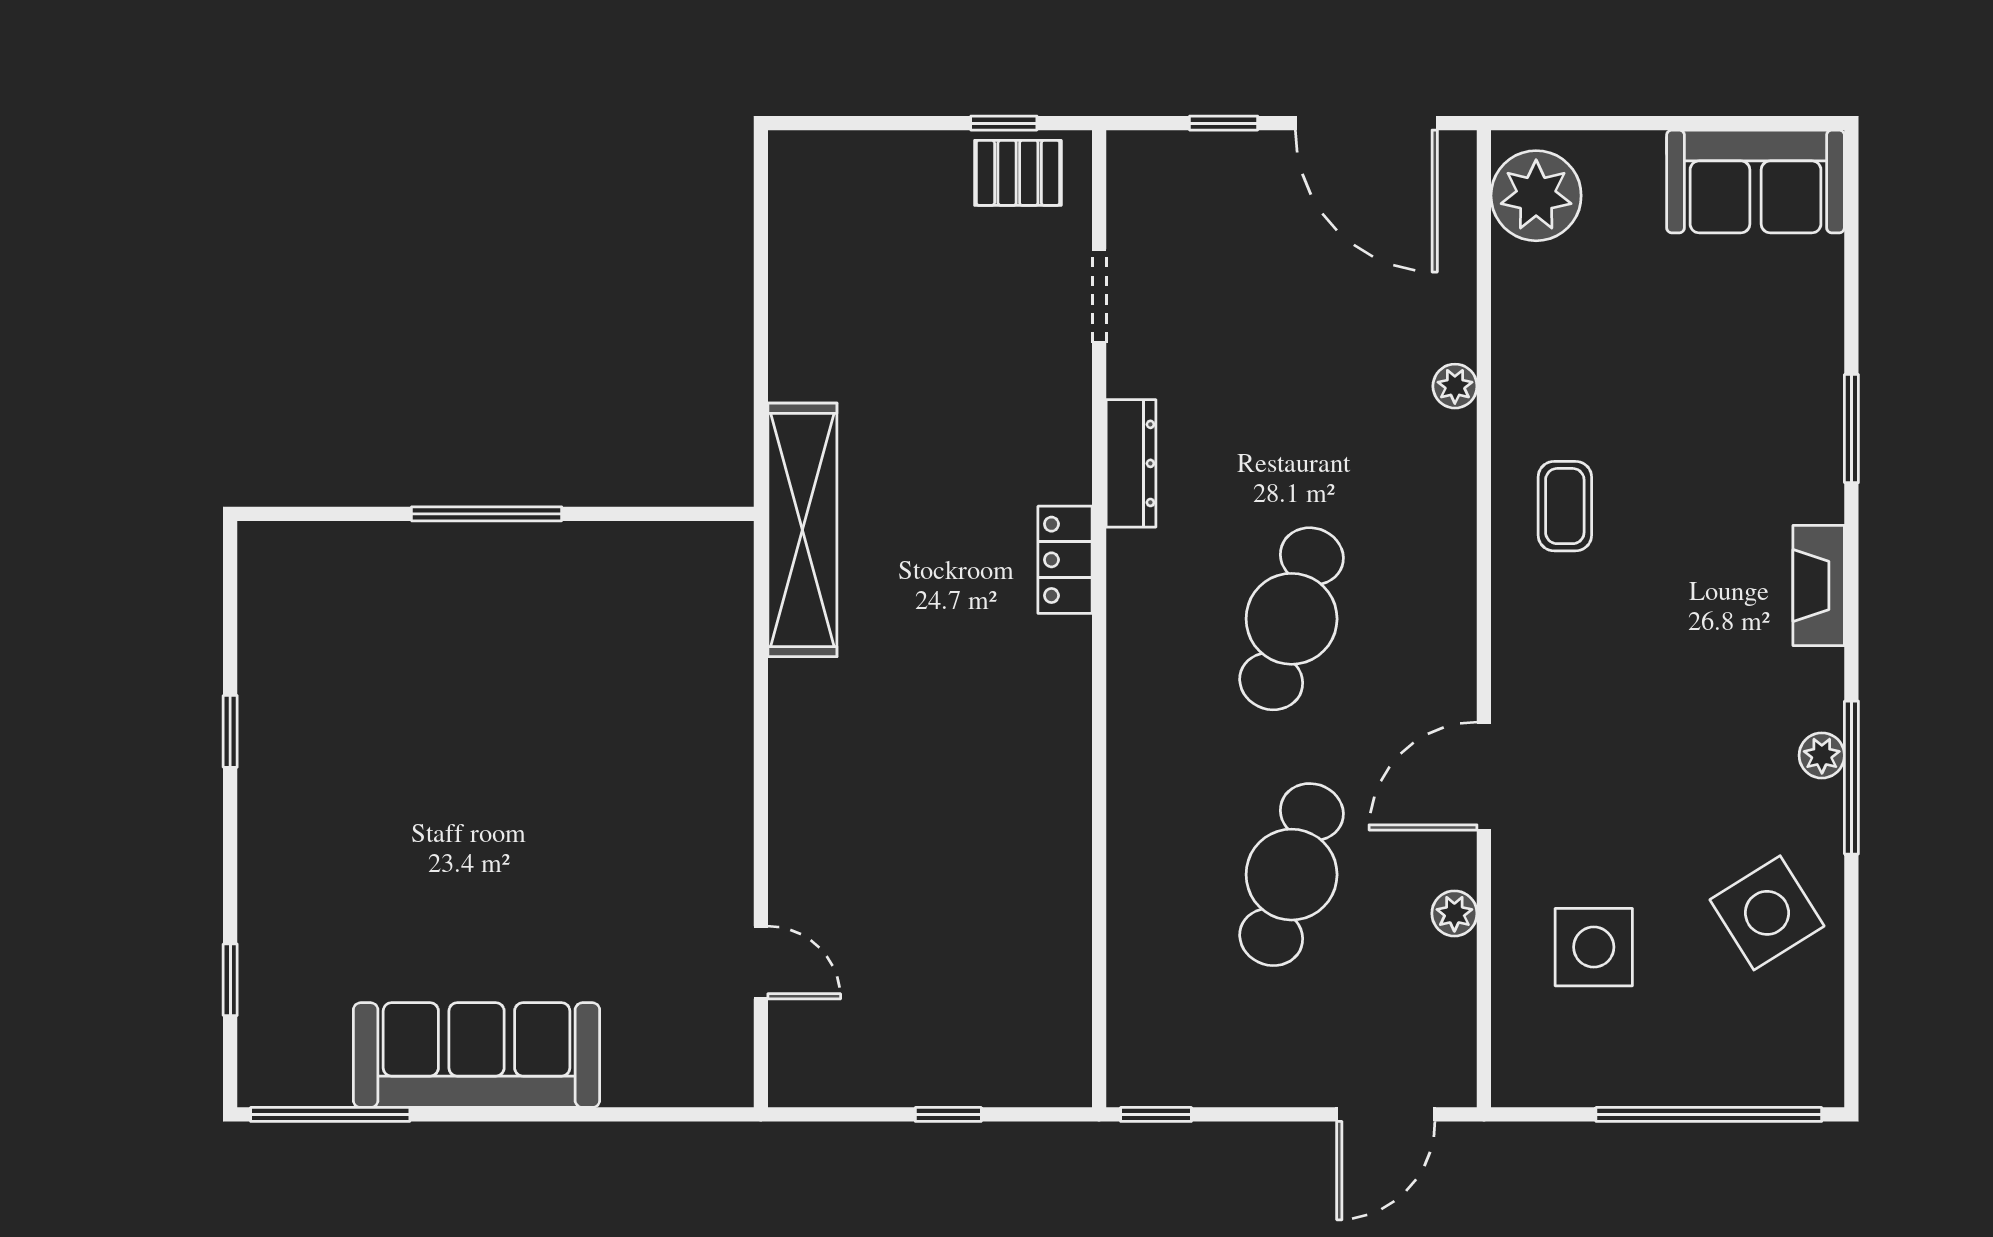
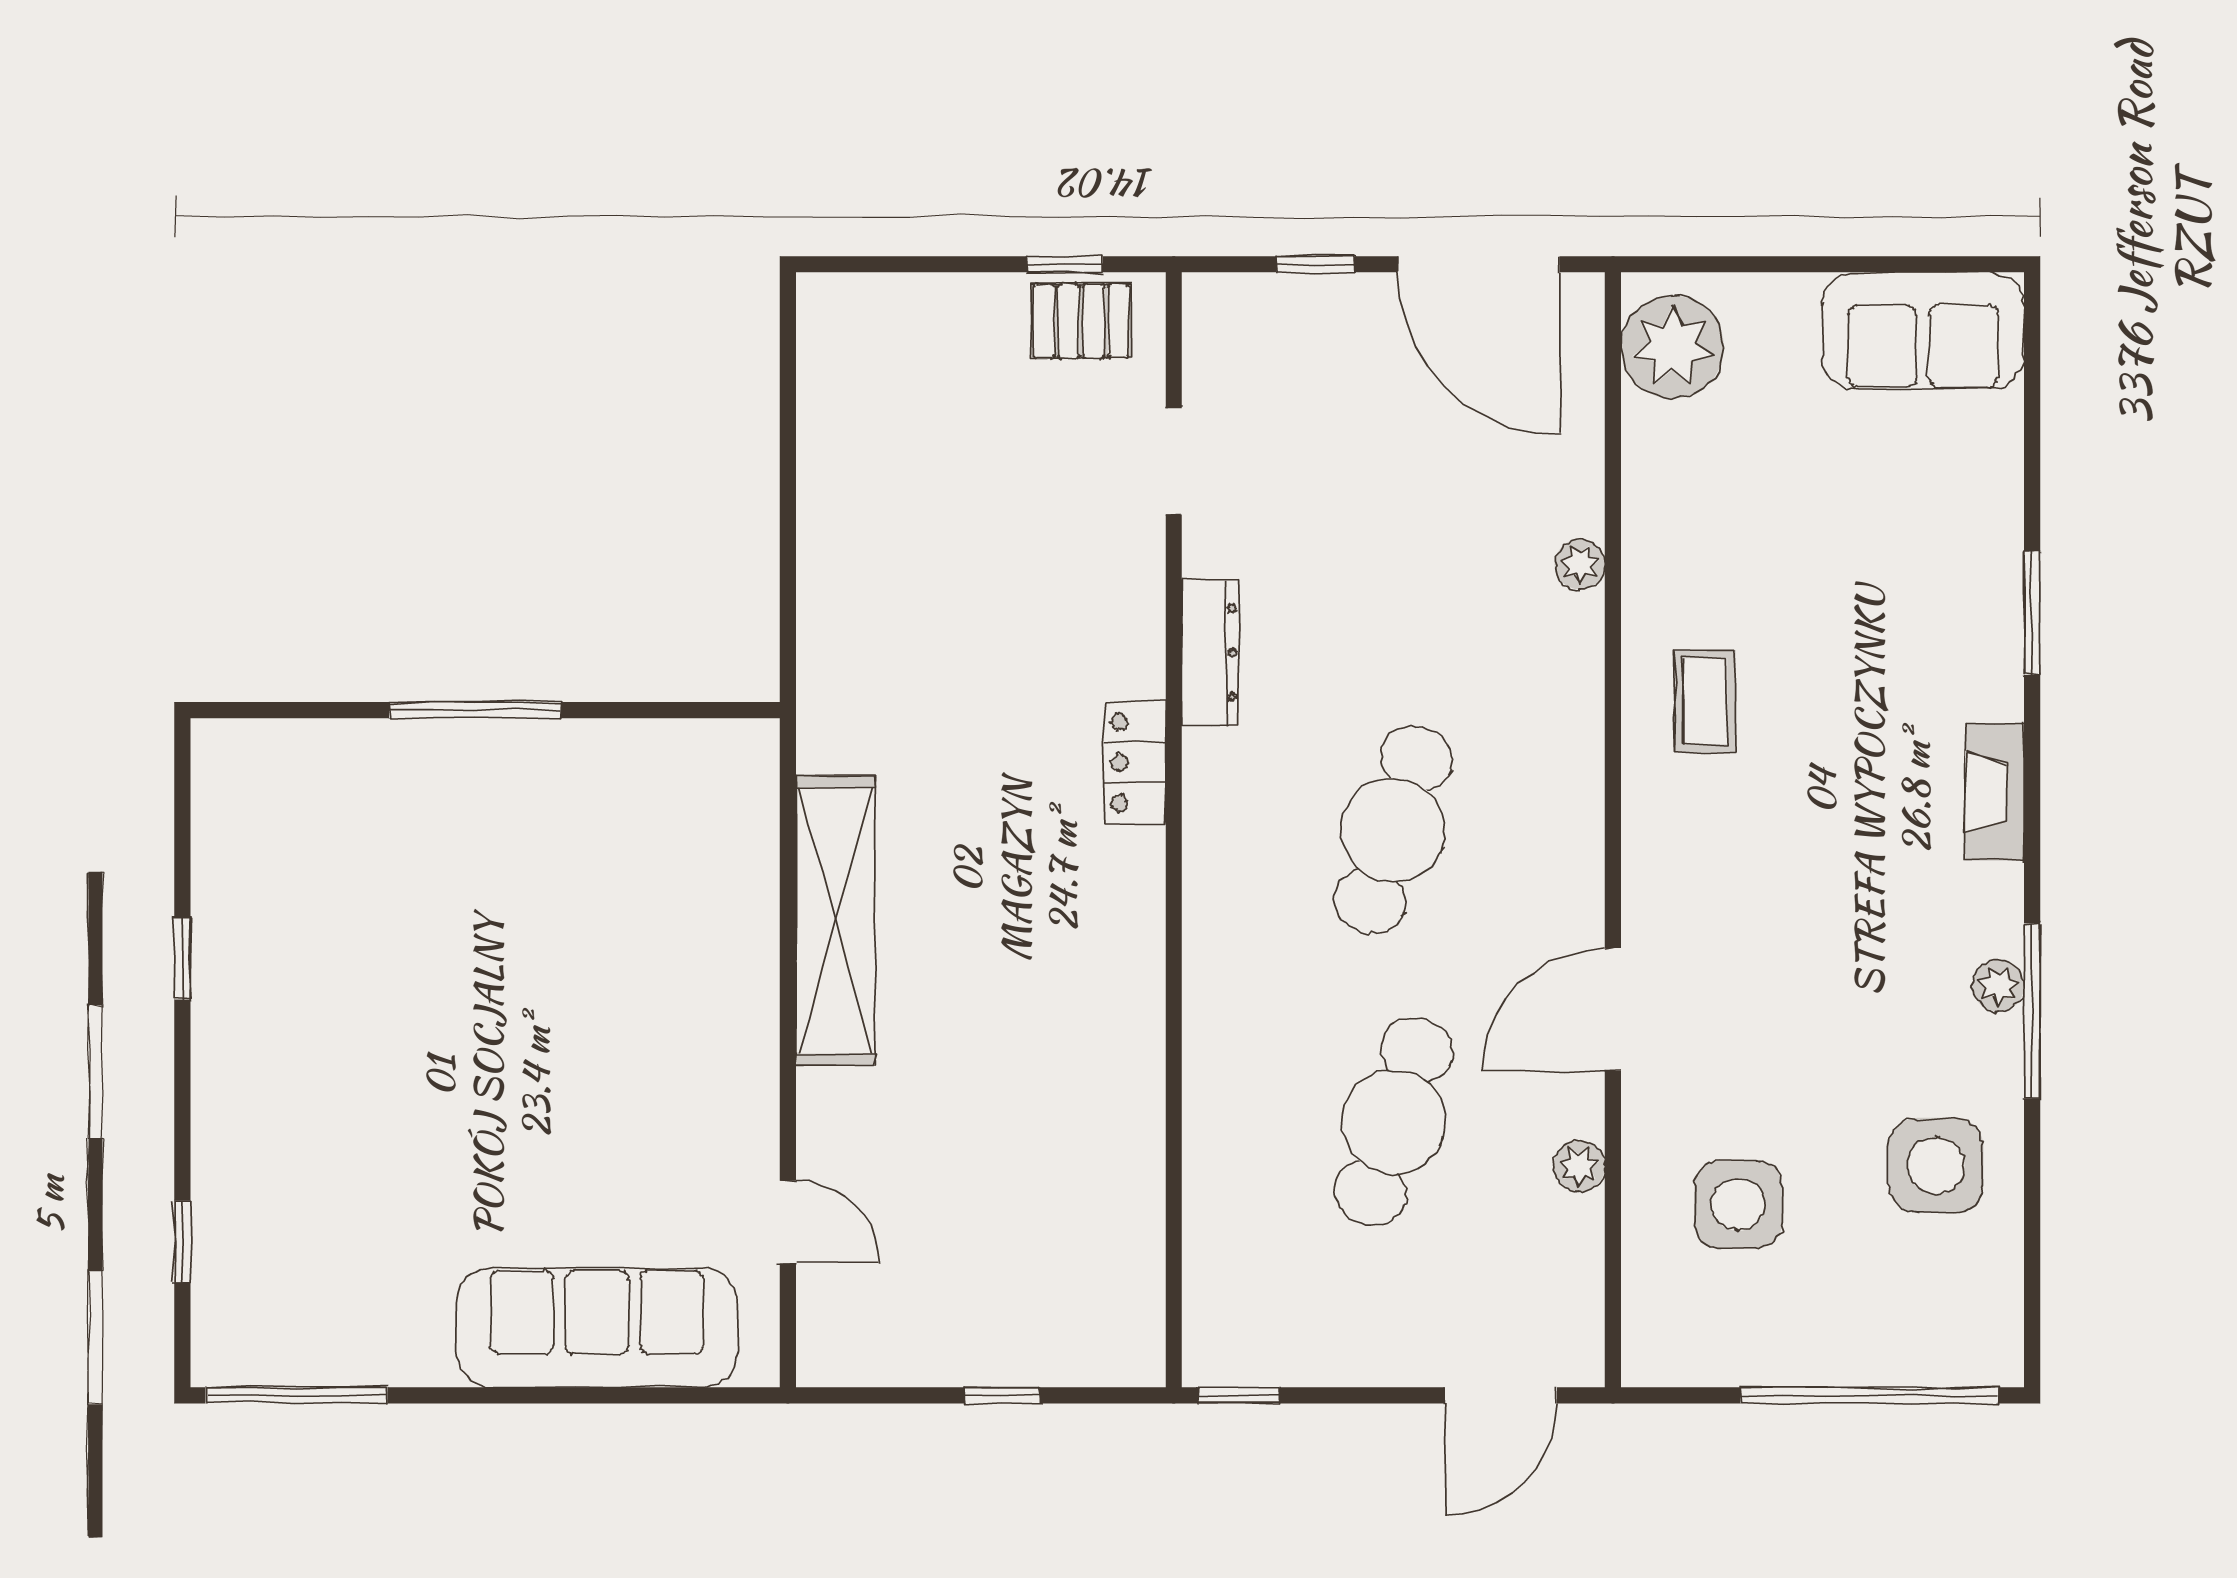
shelving: (802, 530) -> (835, 921), moved
side table: (1767, 913) -> (1936, 1165), turned 32
sofa: (477, 1055) -> (597, 1328), moved

